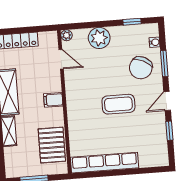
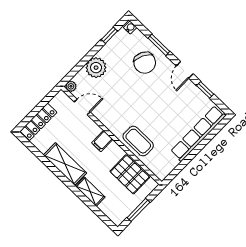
water cooler: (155, 42) -> (130, 28), moved
coffee table: (118, 104) -> (138, 141), moved, turned 90
row of seats: (105, 163) -> (198, 134), moved

